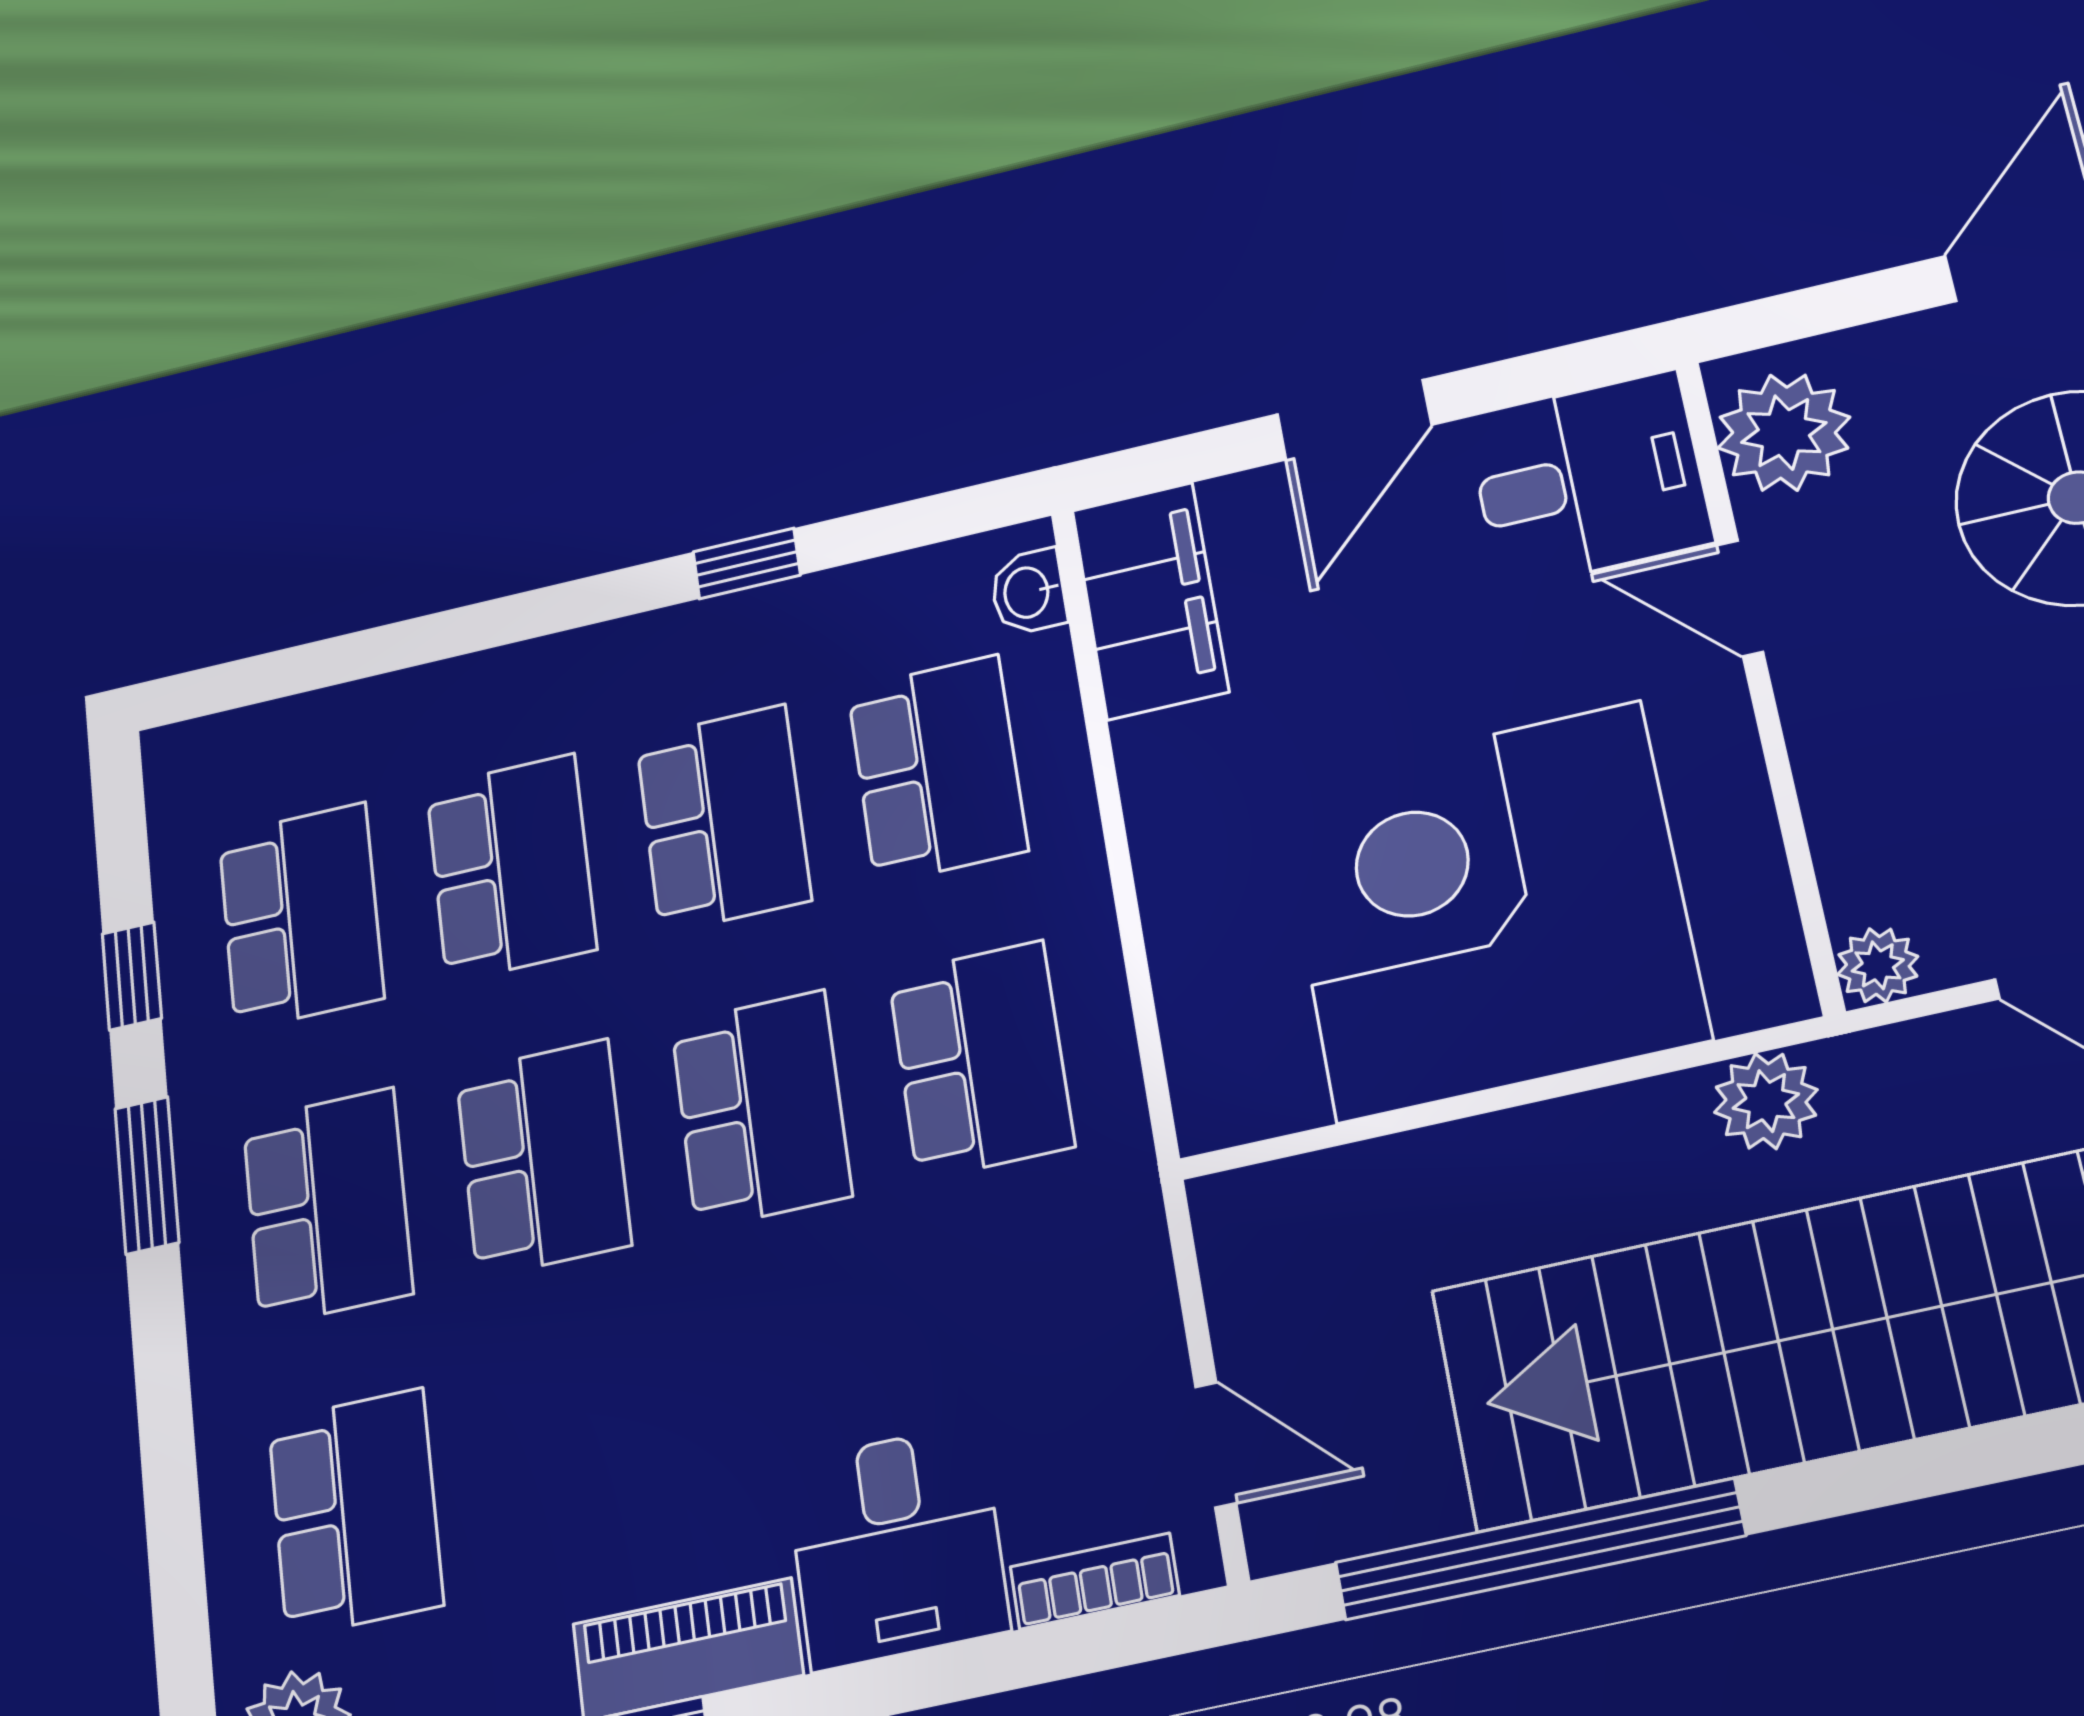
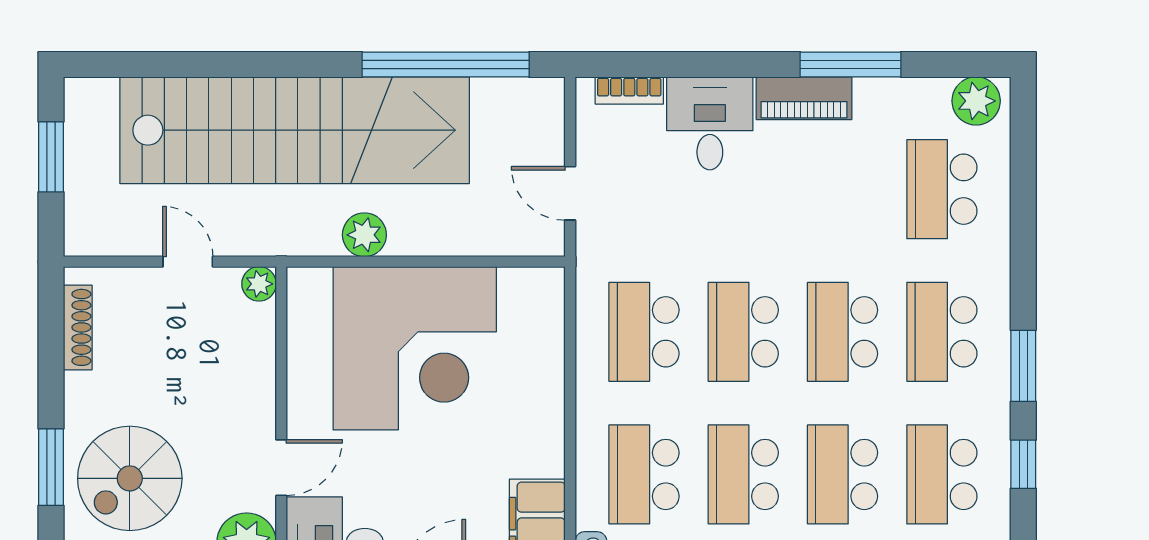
door: (1740, 598) -> (281, 468), hinge flipped
plant: (1766, 1101) -> (364, 235), moved
door: (1216, 1445) -> (570, 193), moved

